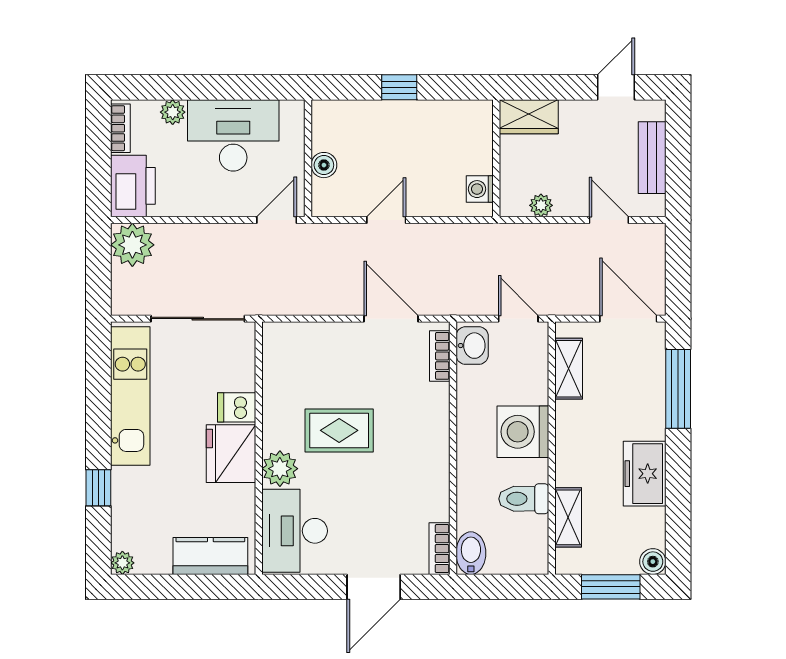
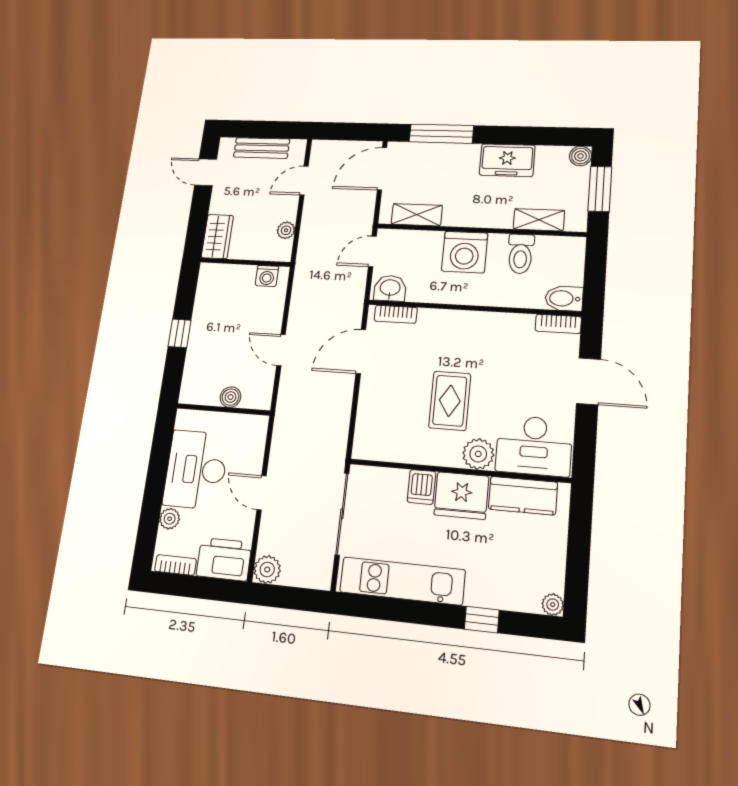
door: (277, 220) -> (262, 493), moved
plant: (132, 245) -> (267, 570), width x0.73, depth x0.73
kitchen counter: (210, 556) -> (523, 496), moved, turned -90

